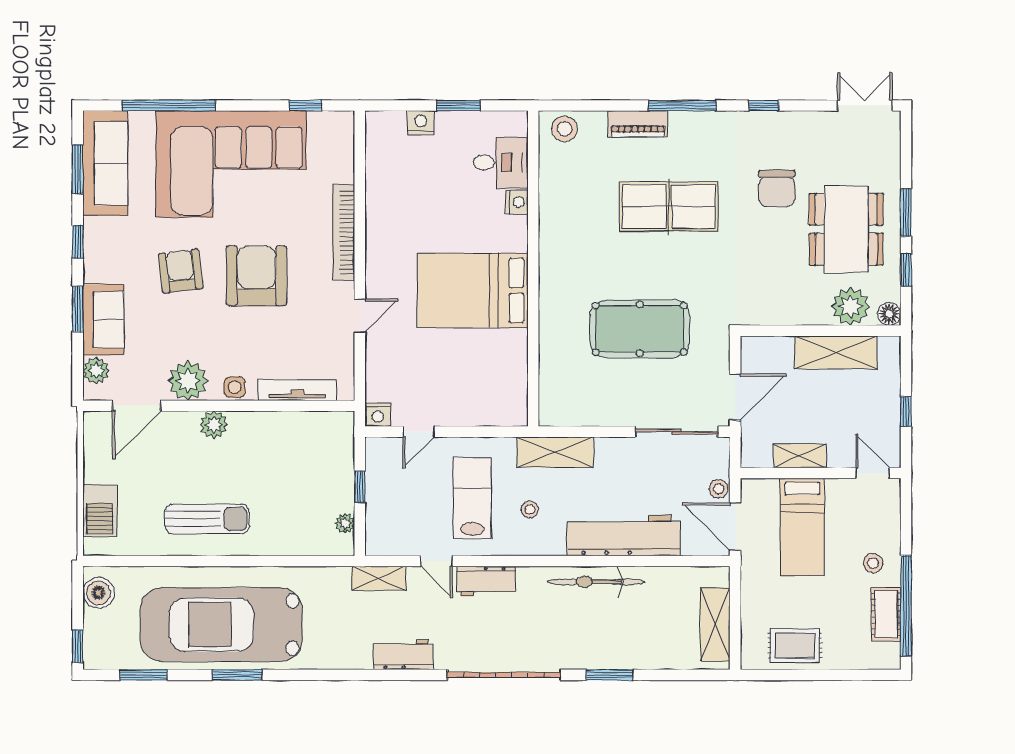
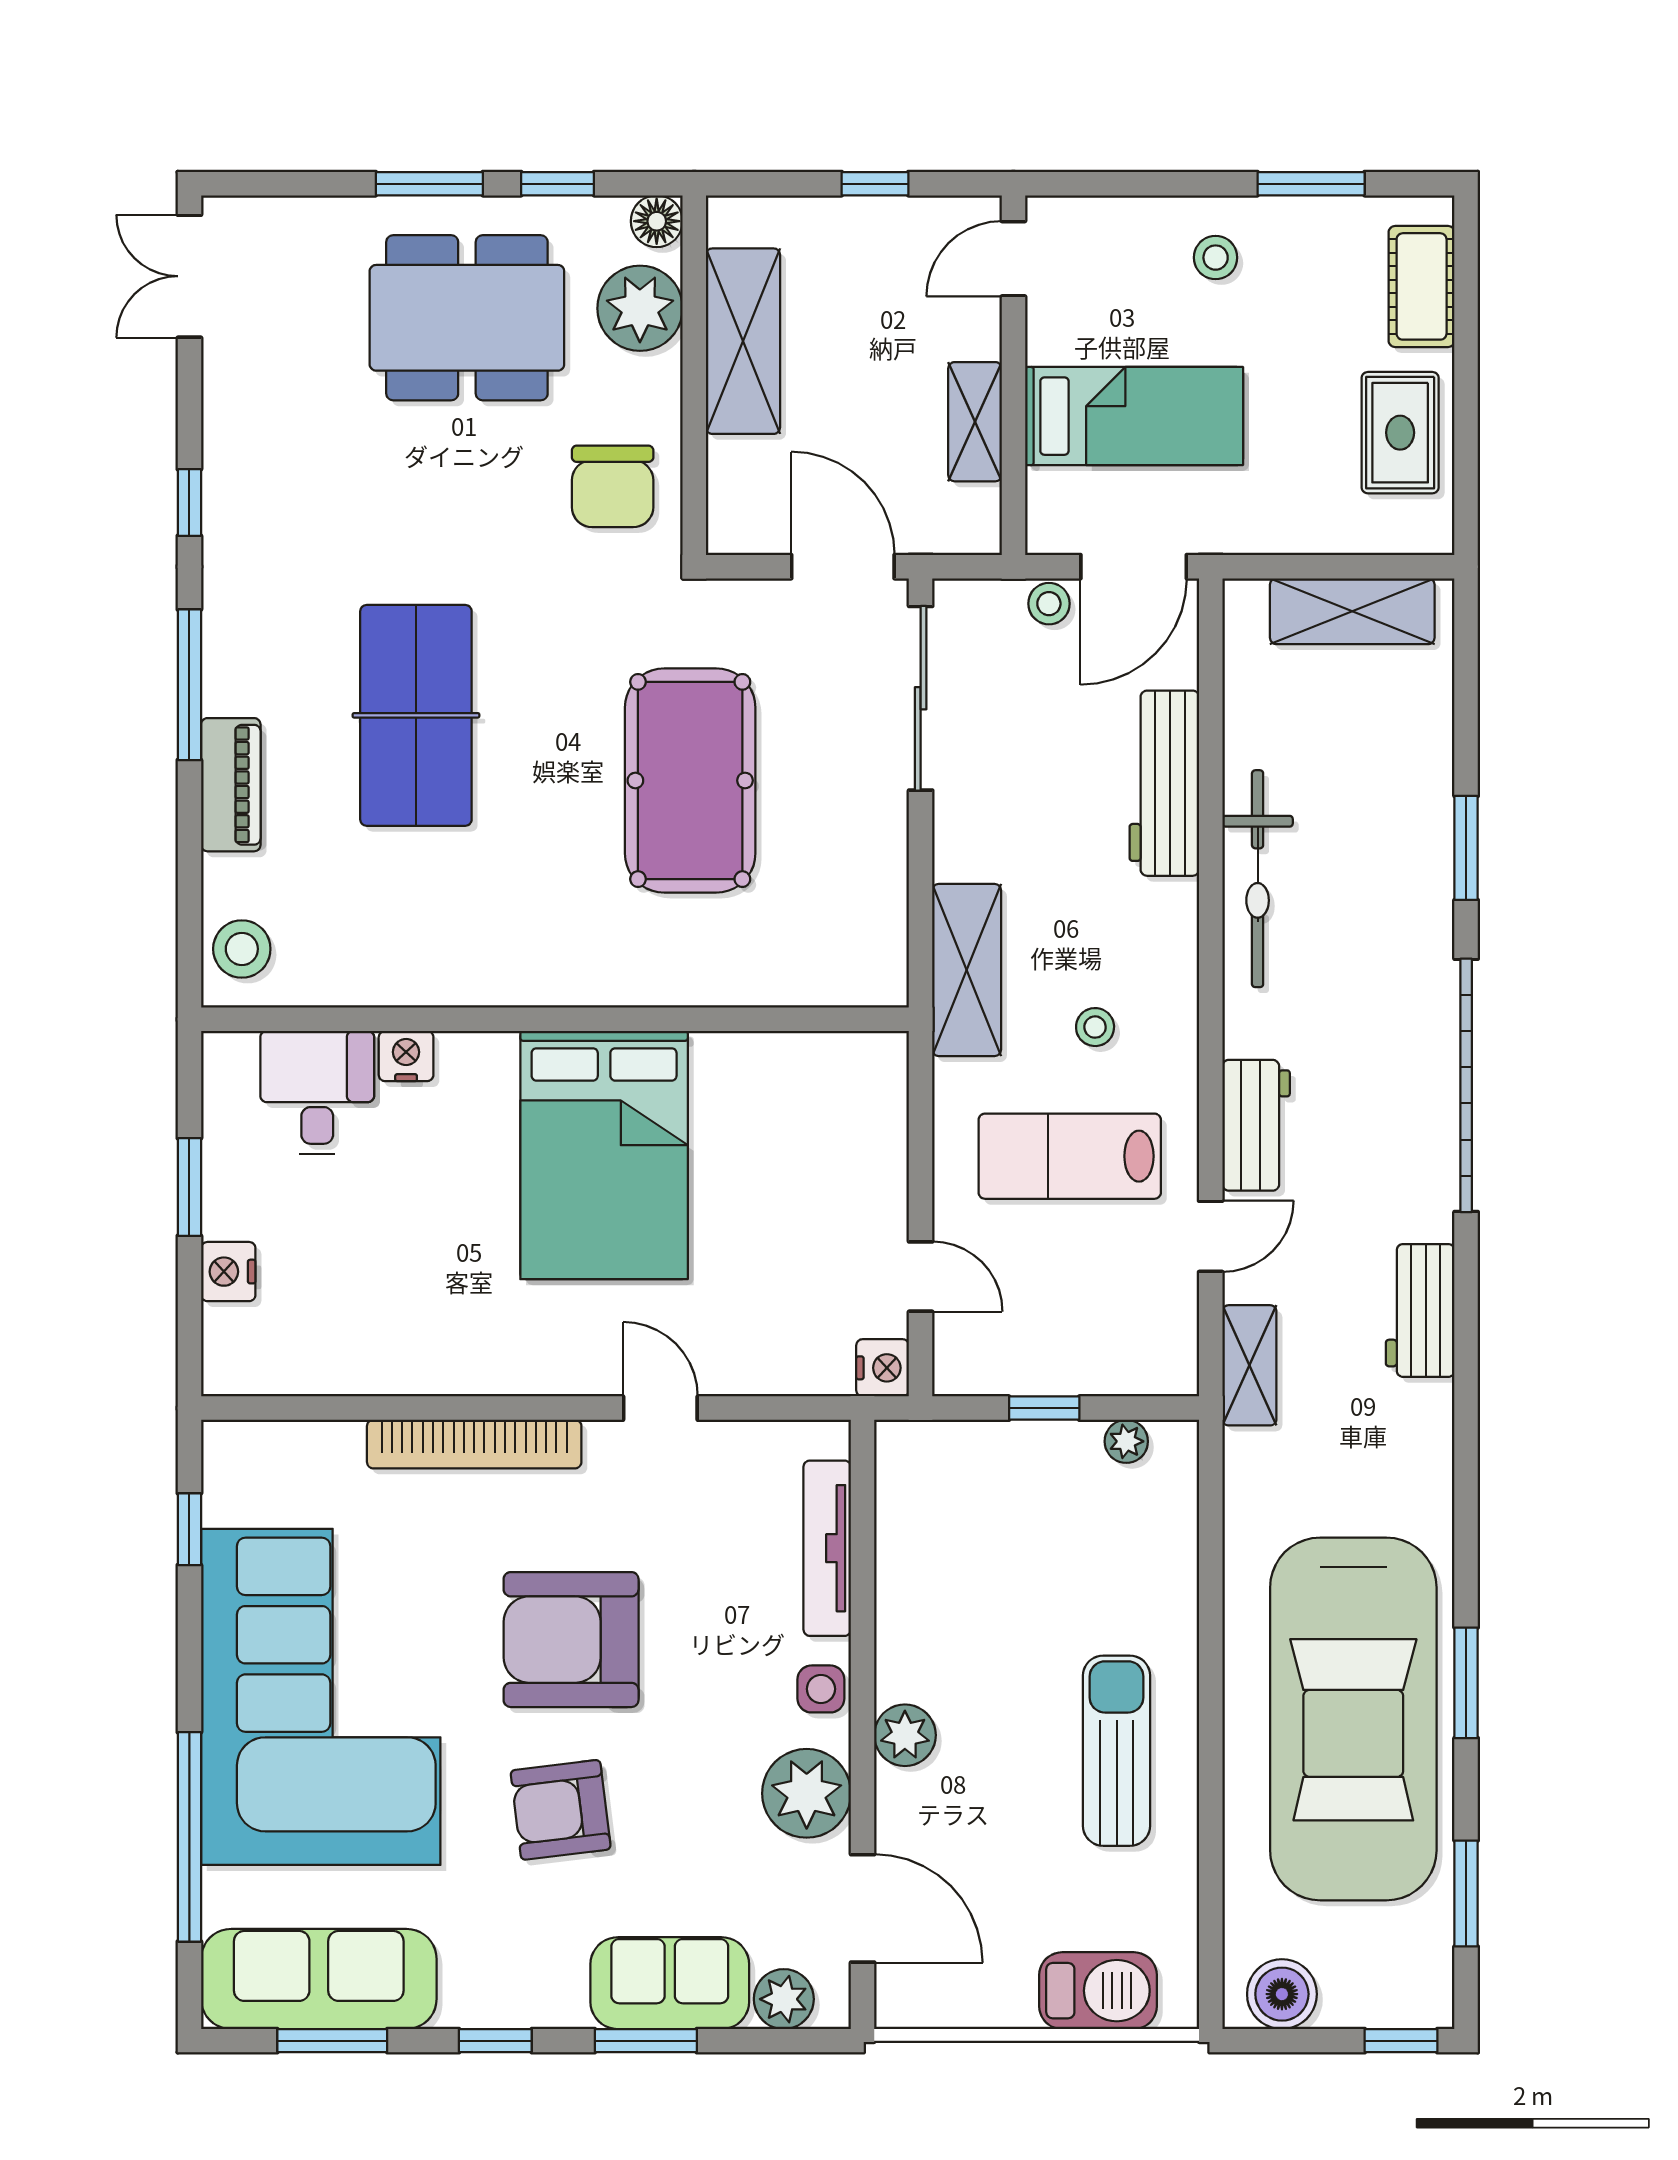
chair: (777, 188) -> (613, 486), moved, turned 90
workbench: (624, 535) -> (1164, 783), width x0.73, depth x0.76
window: (906, 606) -> (1311, 184), width x0.47
cot: (886, 614) -> (1422, 286), moved, turned 90

